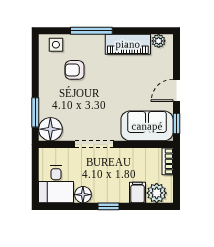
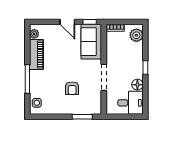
armchair: (74, 70) -> (72, 88), moved
floor lamp: (50, 129) -> (94, 107), removed
filing cabinet: (137, 192) -> (136, 48), removed

